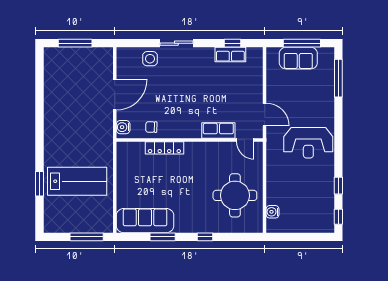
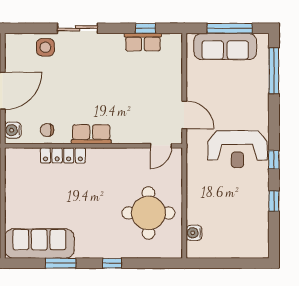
sofa: (298, 58) -> (225, 46), width x1.36
row of seats: (218, 130) -> (91, 134), moved
door: (245, 140) -> (161, 146), hinge flipped
window: (338, 217) -> (274, 160), moved

